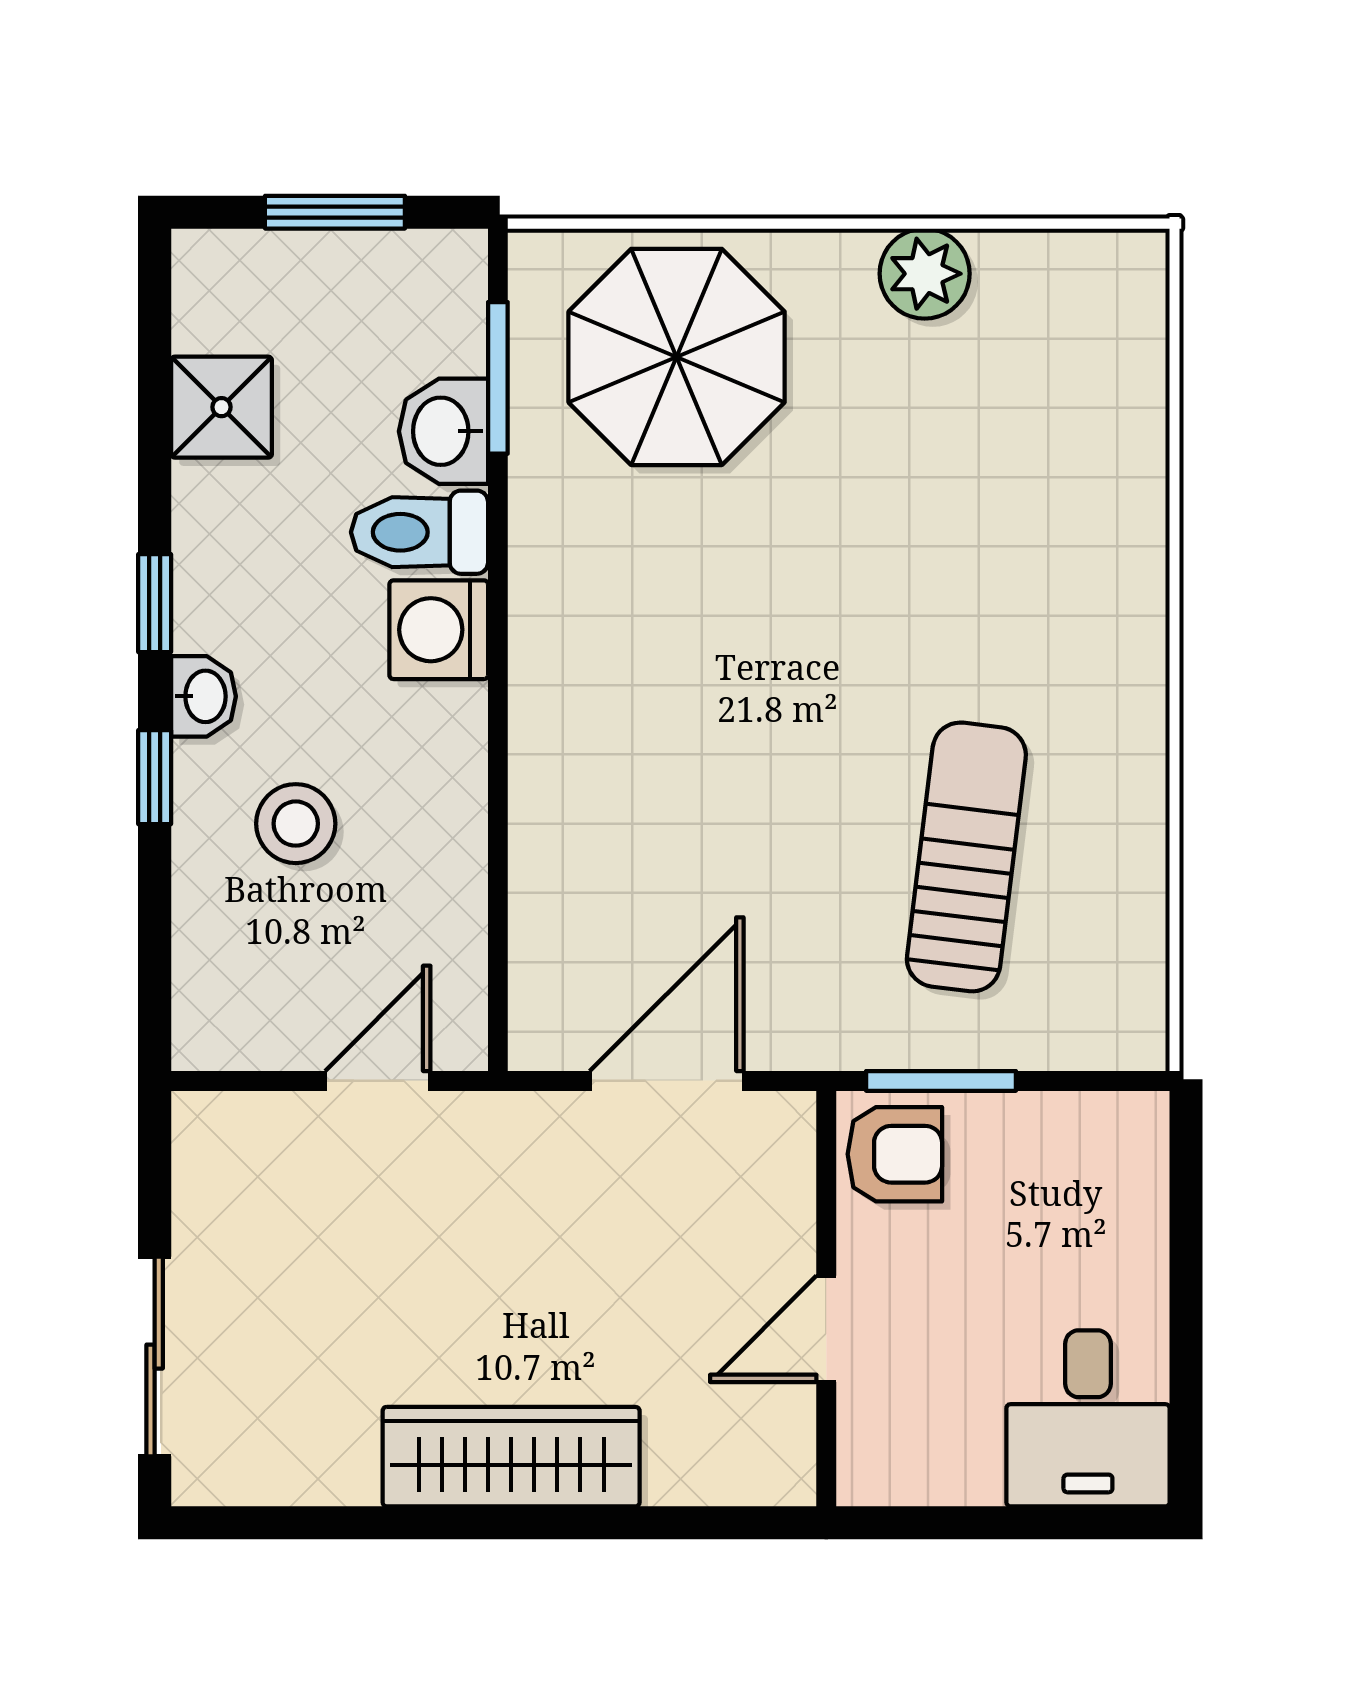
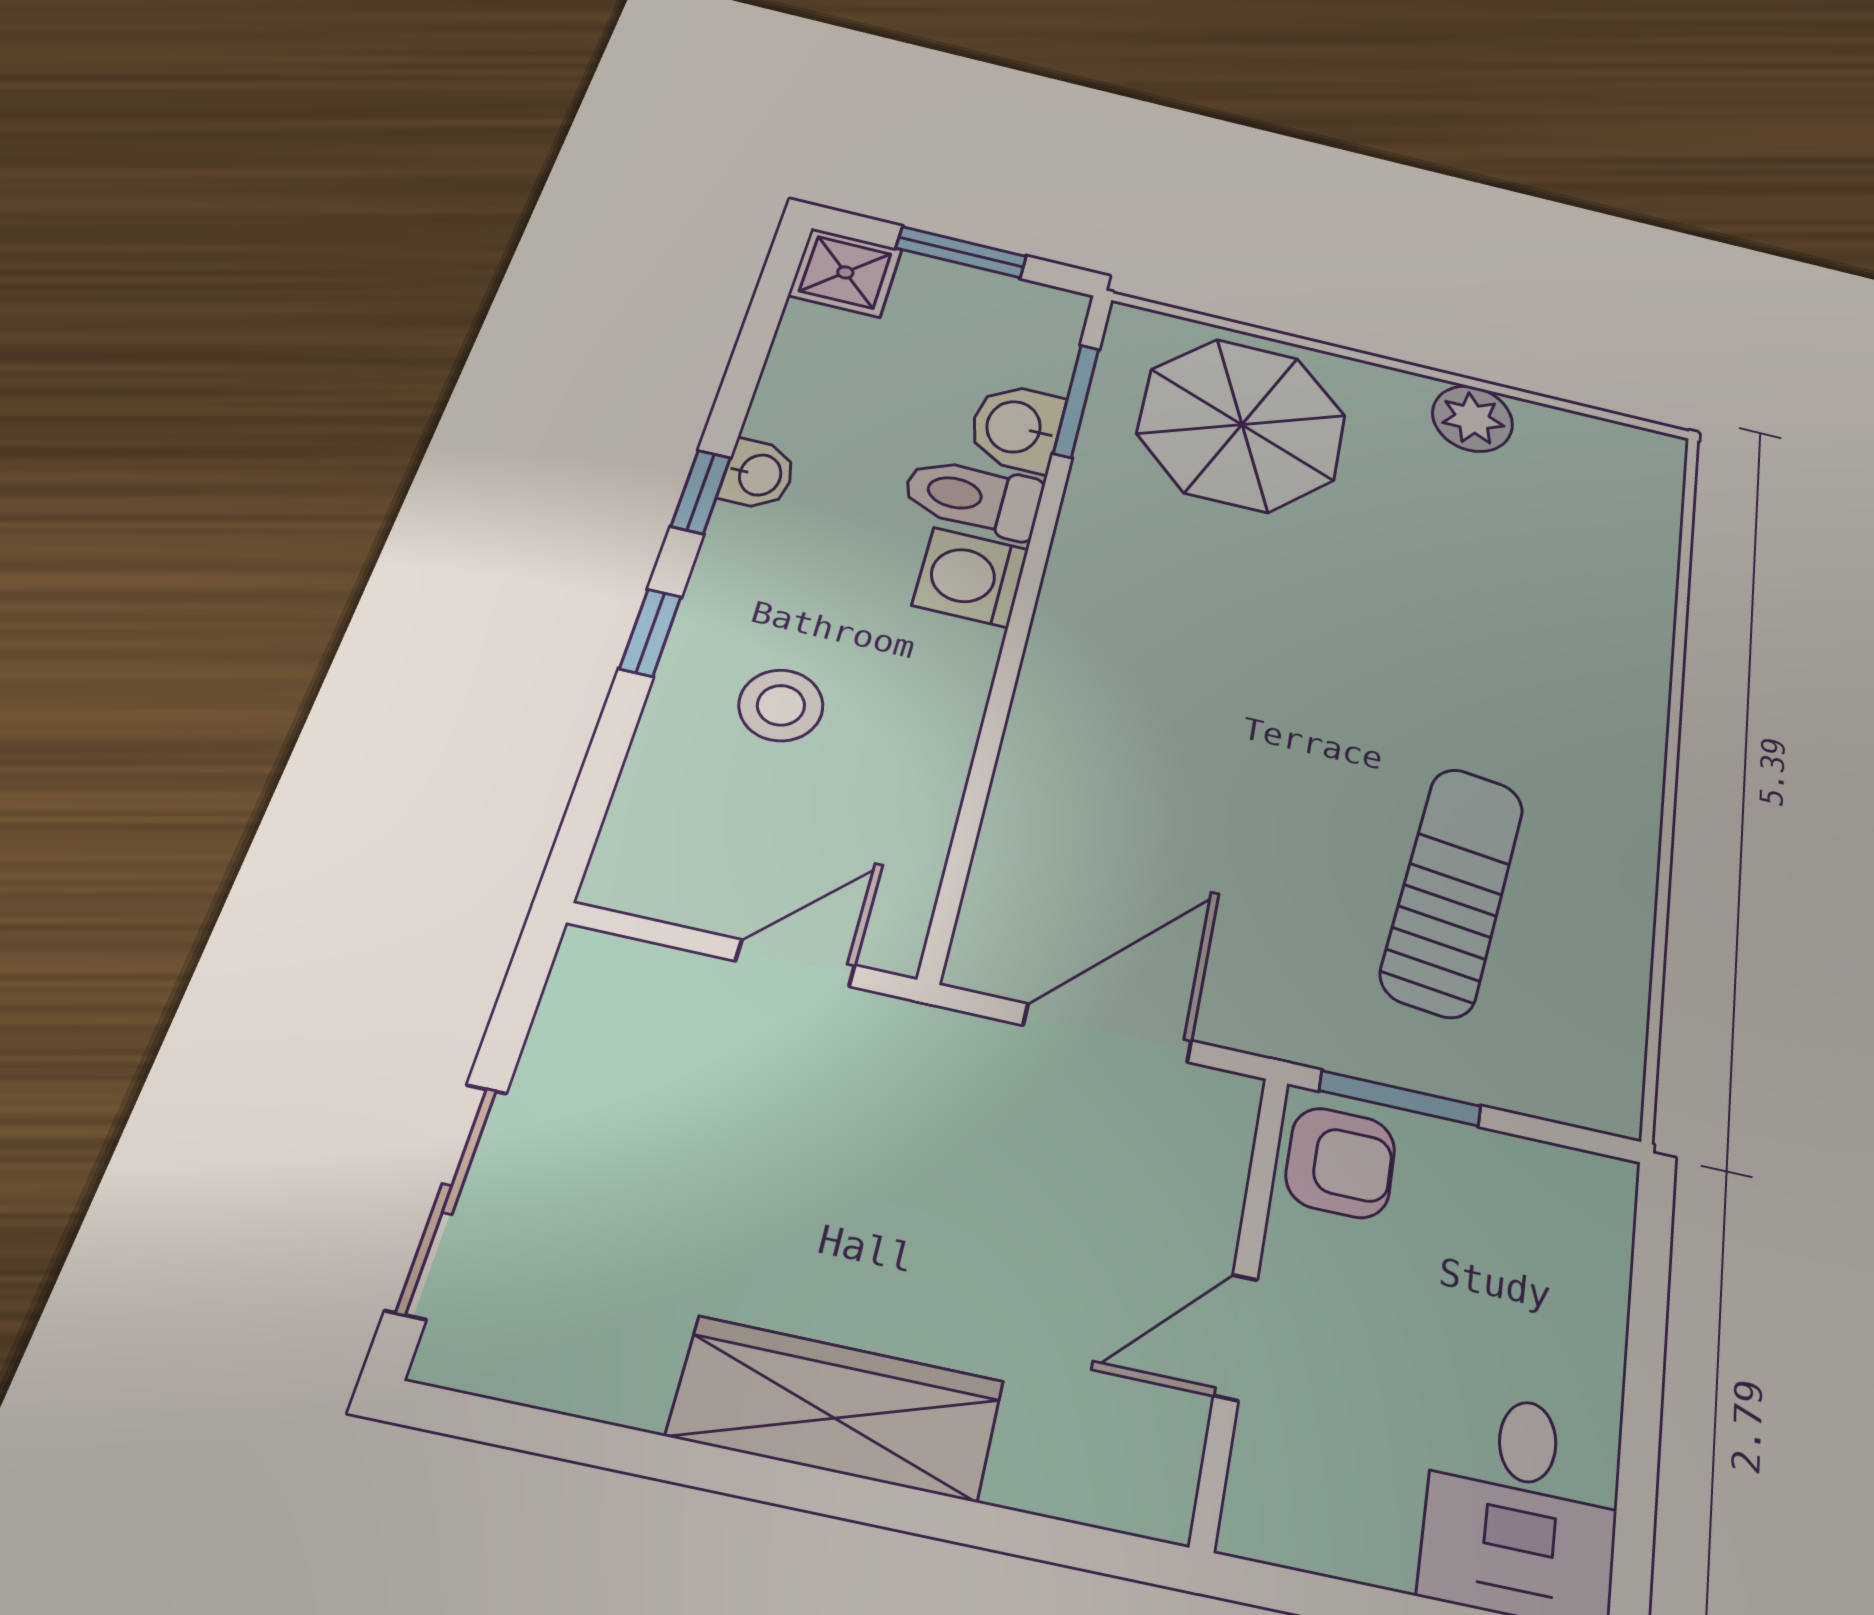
shower: (222, 407) -> (845, 272), moved
washbasin: (204, 696) -> (758, 475), moved

